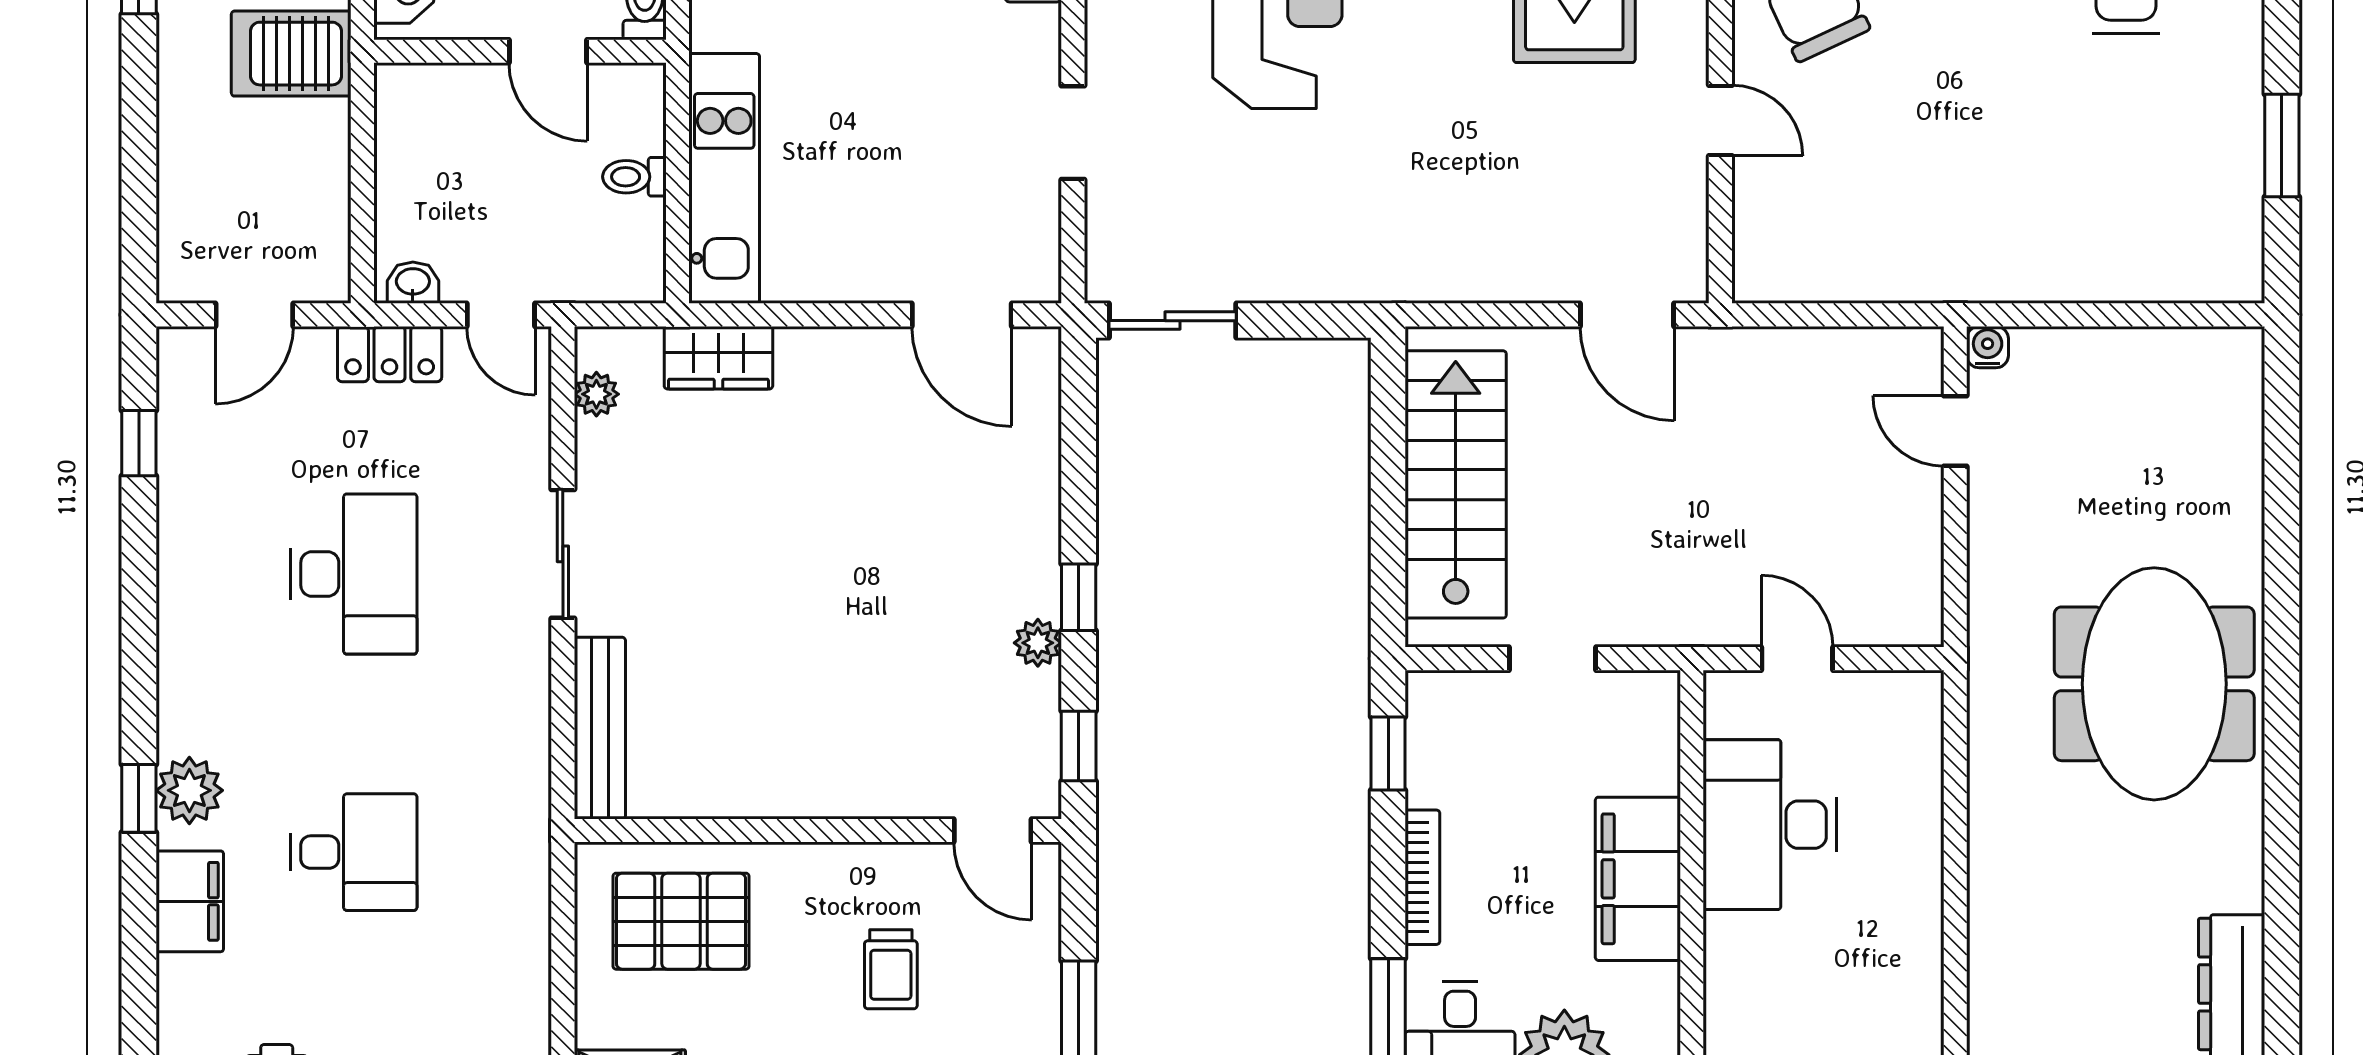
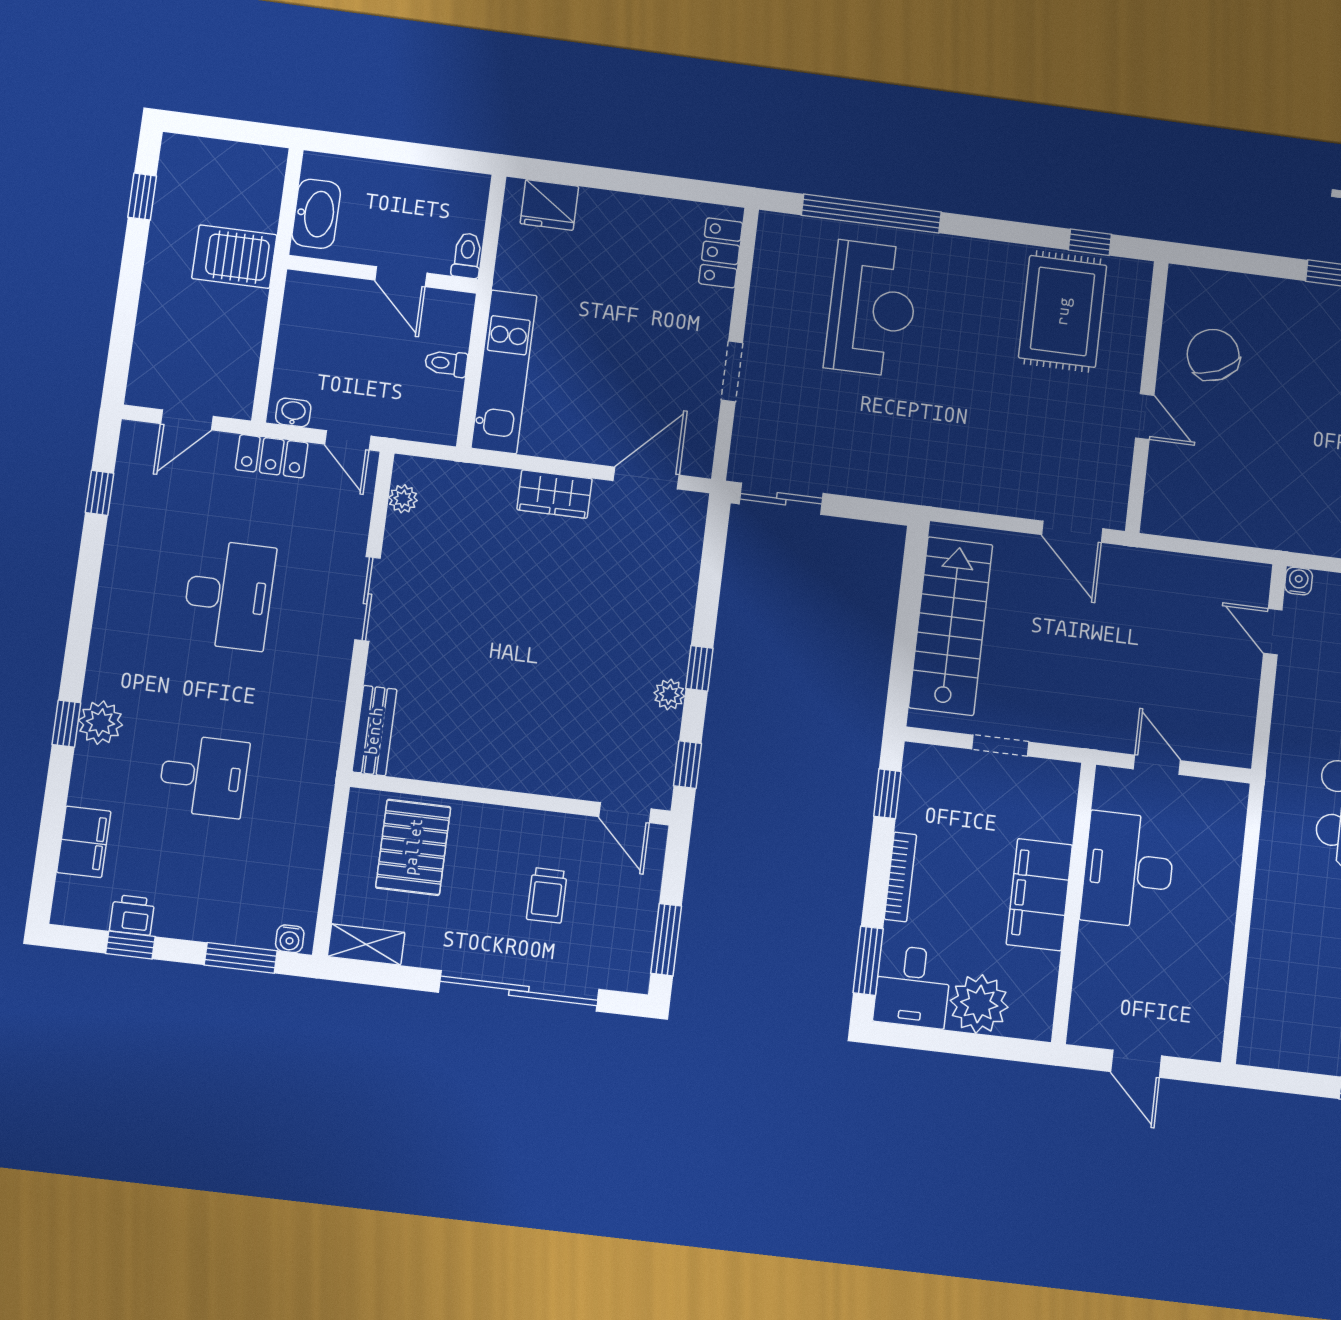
door: (962, 315) -> (646, 478), swing flipped
wardrobe: (718, 358) -> (554, 494), moved
bench: (600, 728) -> (374, 731), width x0.73
filing cabinet: (190, 901) -> (84, 842), moved
pallet: (681, 921) -> (413, 847), turned 90

